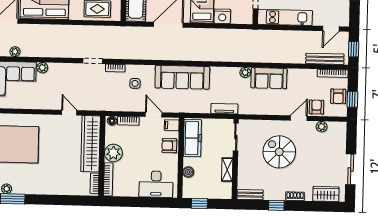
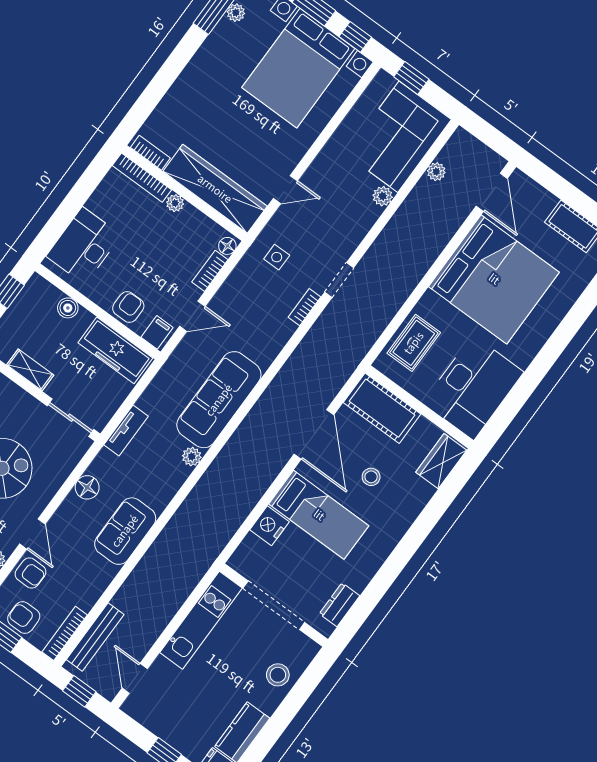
plant: (245, 72) -> (192, 457), moved
side table: (135, 83) -> (277, 257), moved
floor lamp: (261, 108) -> (87, 487), added
plant: (113, 153) -> (175, 203), width x0.53, depth x0.53

